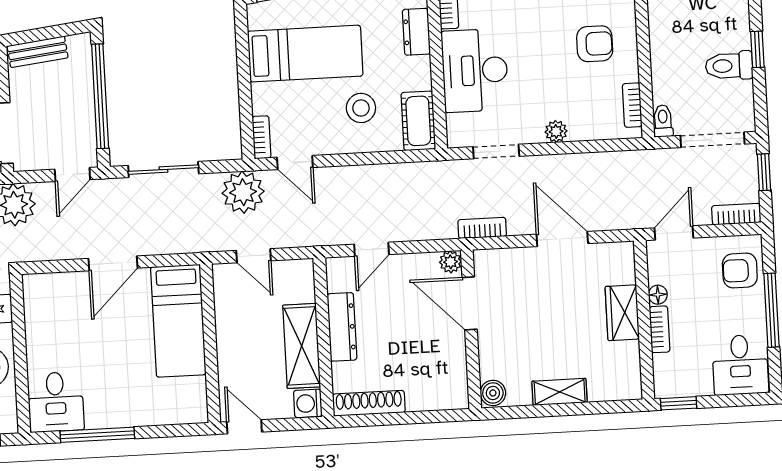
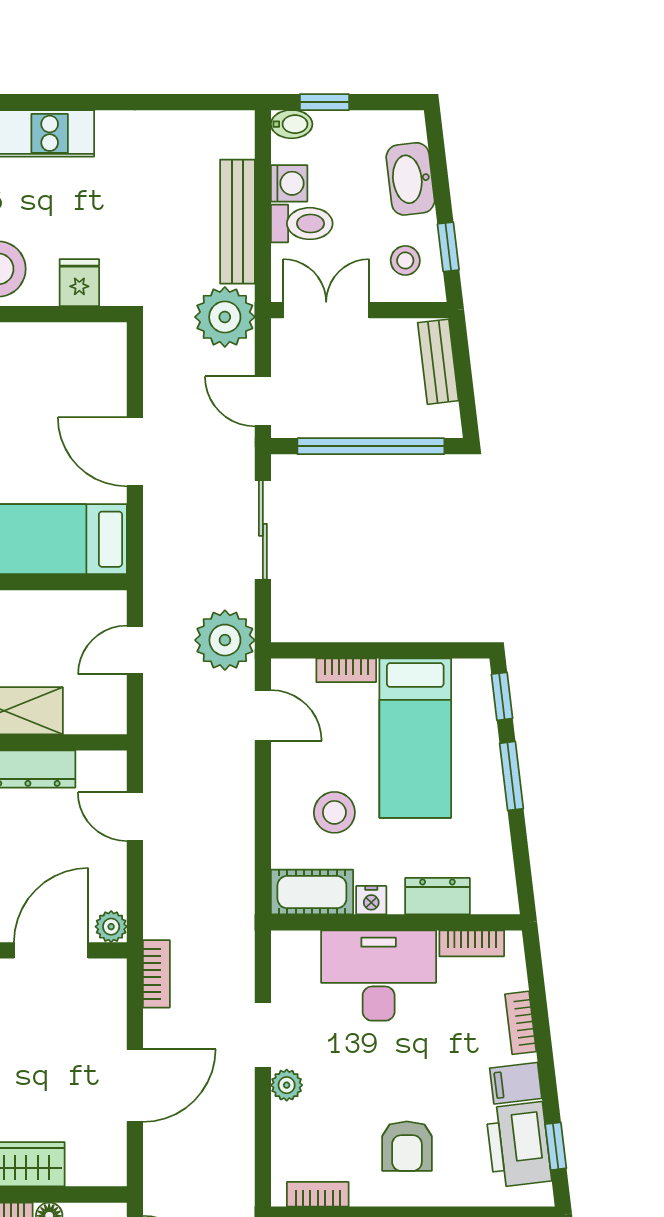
nightstand: (422, 79) -> (371, 900), added
bookcase: (261, 137) -> (346, 670), moved
doorway: (496, 152) -> (263, 1035), moved
door: (295, 162) -> (263, 715), swing flipped

